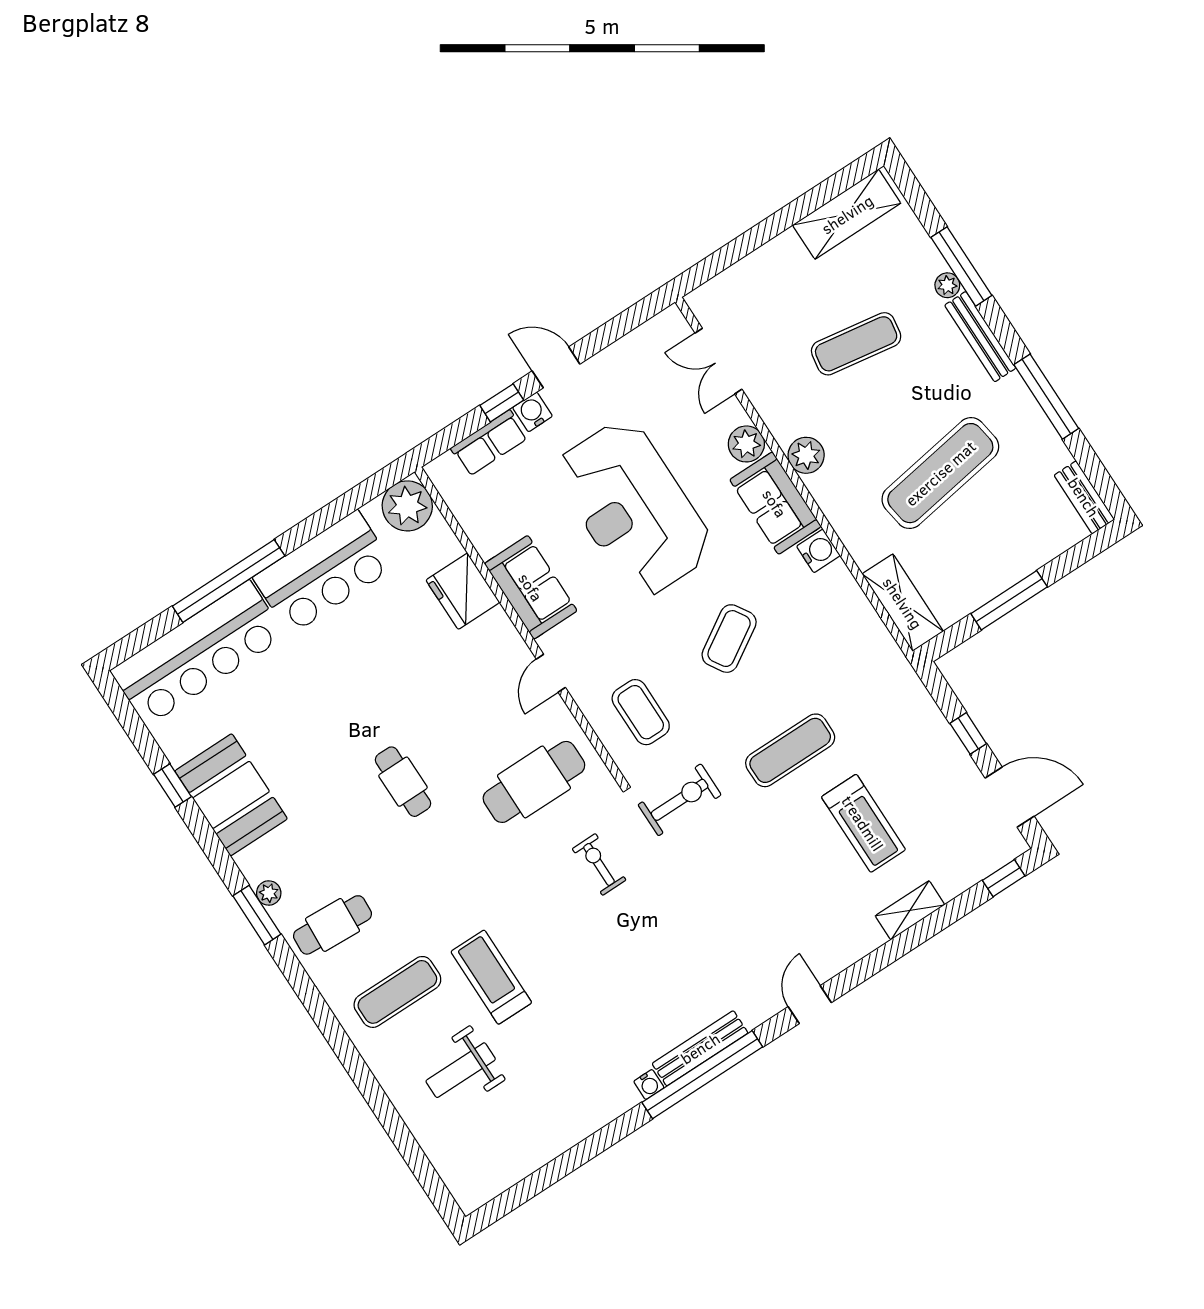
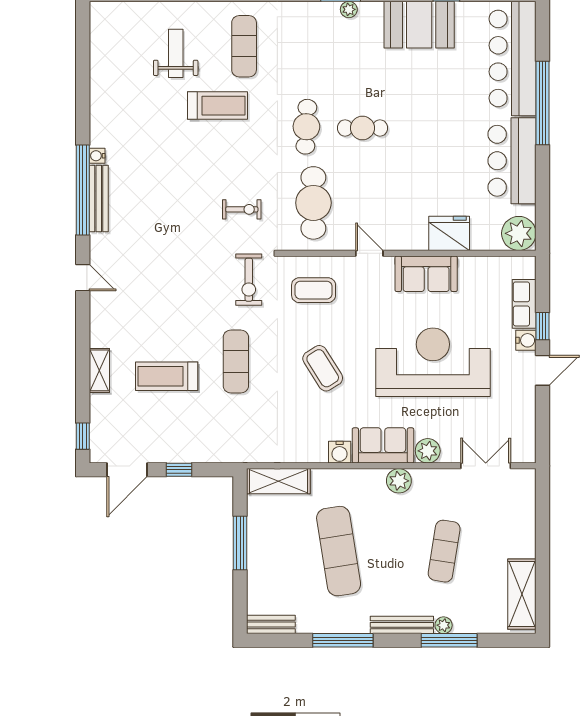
cafe table: (333, 925) -> (306, 127), moved

